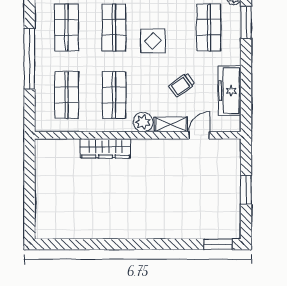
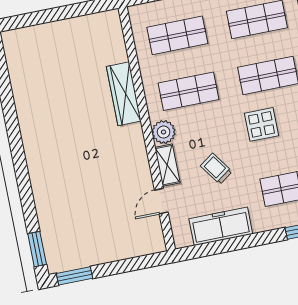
door: (199, 135) -> (161, 201), swing flipped
window: (246, 190) -> (75, 276), moved

